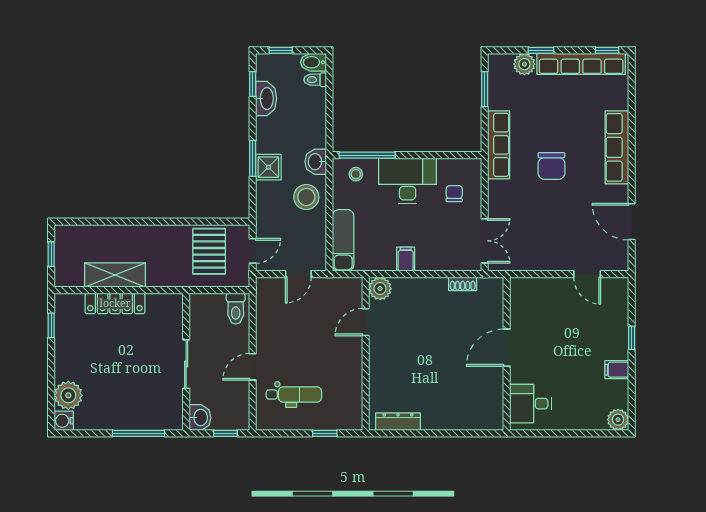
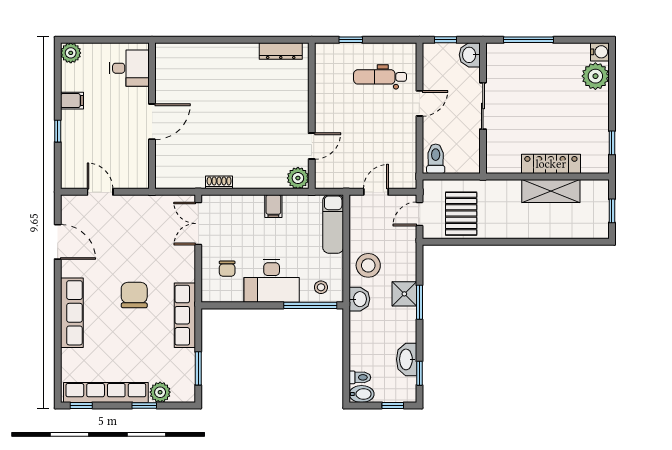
door: (507, 348) -> (152, 122), moved
wall: (507, 354) -> (152, 116), moved
desk: (530, 404) -> (129, 68), moved

